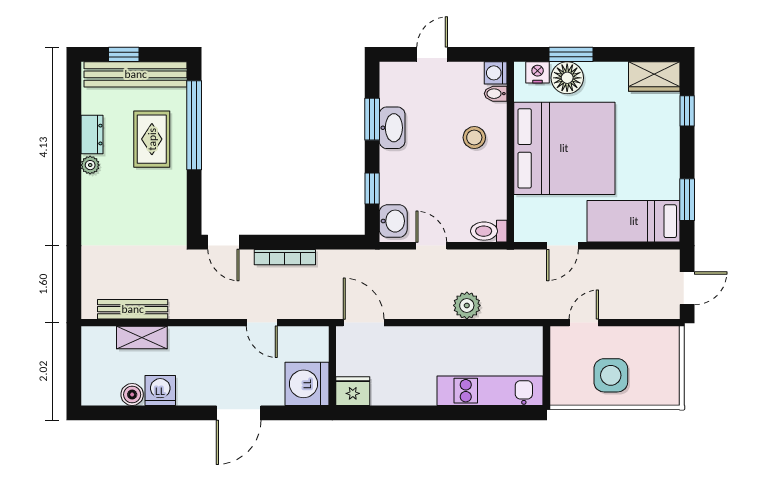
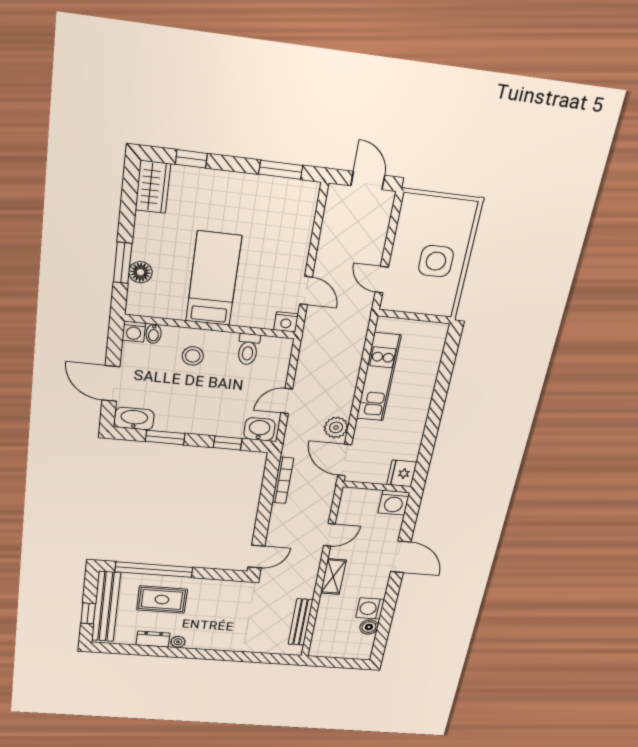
door: (432, 54) -> (111, 383), width x1.38
nightstand: (538, 72) -> (286, 322), moved, turned -90
floor lamp: (567, 78) -> (140, 272), width x0.73, depth x0.73
washbasin: (392, 128) -> (134, 419), moved
bed: (564, 148) -> (214, 279), width x0.49
bed: (634, 221) -> (294, 223), removed
toilet: (489, 231) -> (248, 349), moved
bookcase: (285, 257) -> (283, 480), moved
plant: (467, 305) -> (336, 427), moved
door: (364, 323) -> (345, 460), hinge flipped
shelving: (142, 338) -> (333, 577), moved
washing machine: (307, 384) -> (394, 503), width x0.73, depth x0.73
kitchen unit: (490, 391) -> (379, 377), moved, turned 180

